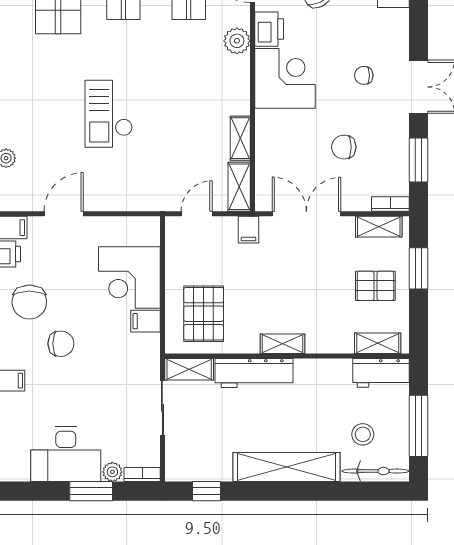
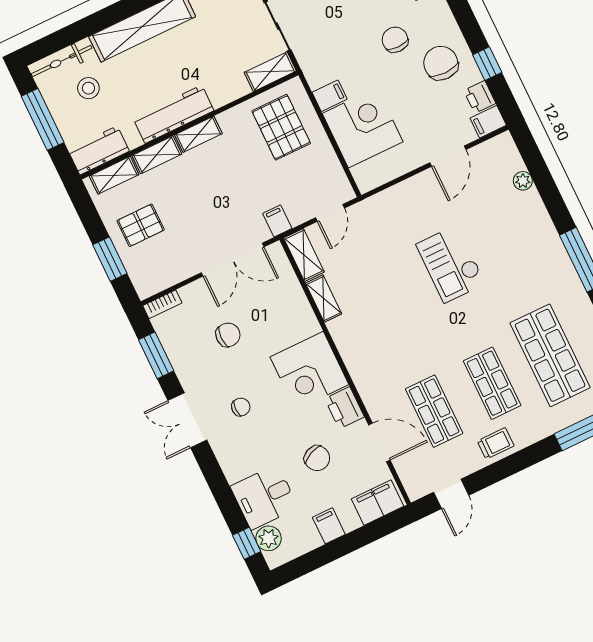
plant: (237, 41) -> (368, 383), removed
checkout: (109, 114) -> (451, 264), turned 180
shelving: (379, 227) -> (157, 155), moved
chair: (61, 344) -> (395, 40), turned 90
workbench: (254, 373) -> (173, 114), moved

